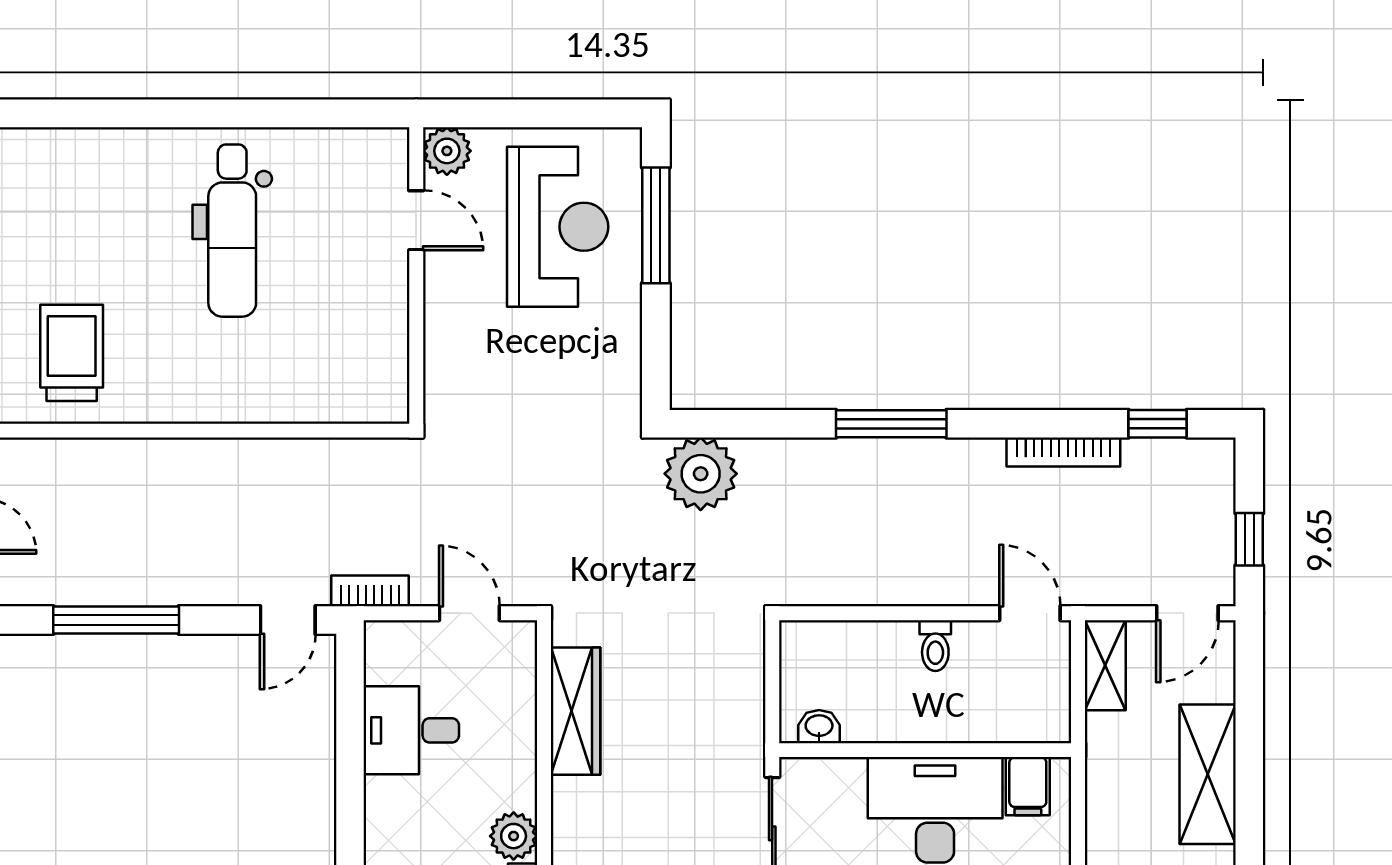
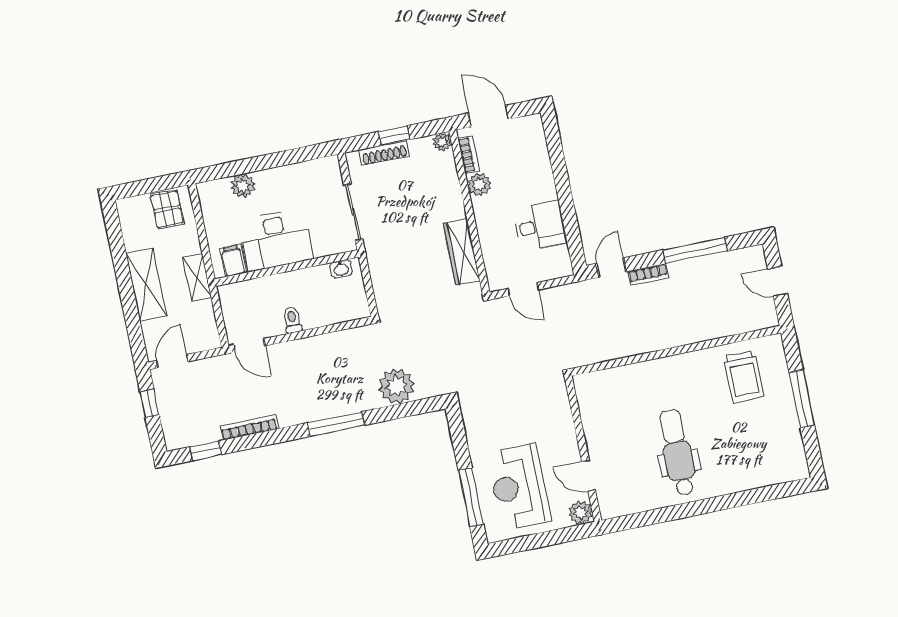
plant: (701, 474) -> (397, 386), moved
bookcase: (370, 591) -> (648, 275), moved
shelving: (1105, 665) -> (197, 278), moved

